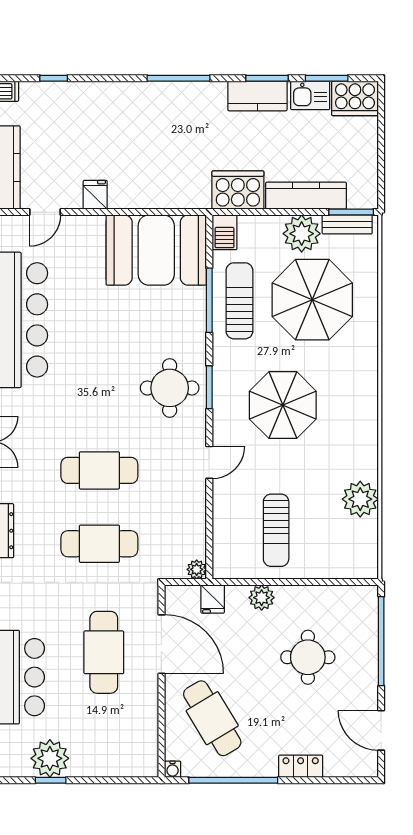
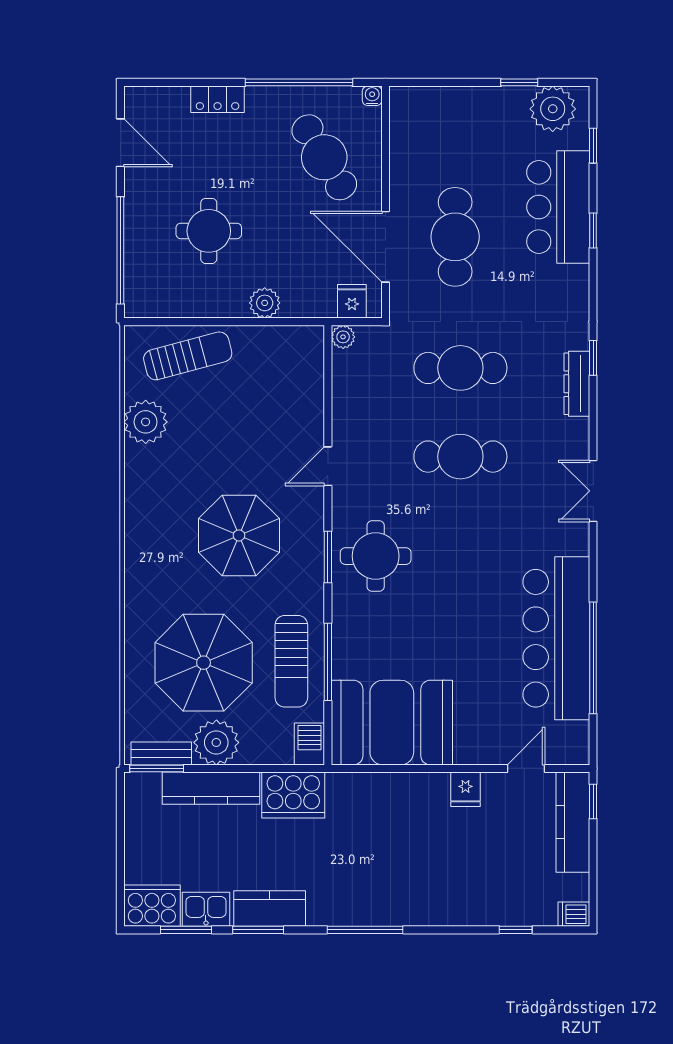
sun lounger: (276, 530) -> (188, 356), moved, turned 75
fridge: (213, 599) -> (352, 301), moved
plant: (50, 758) -> (553, 109), moved

